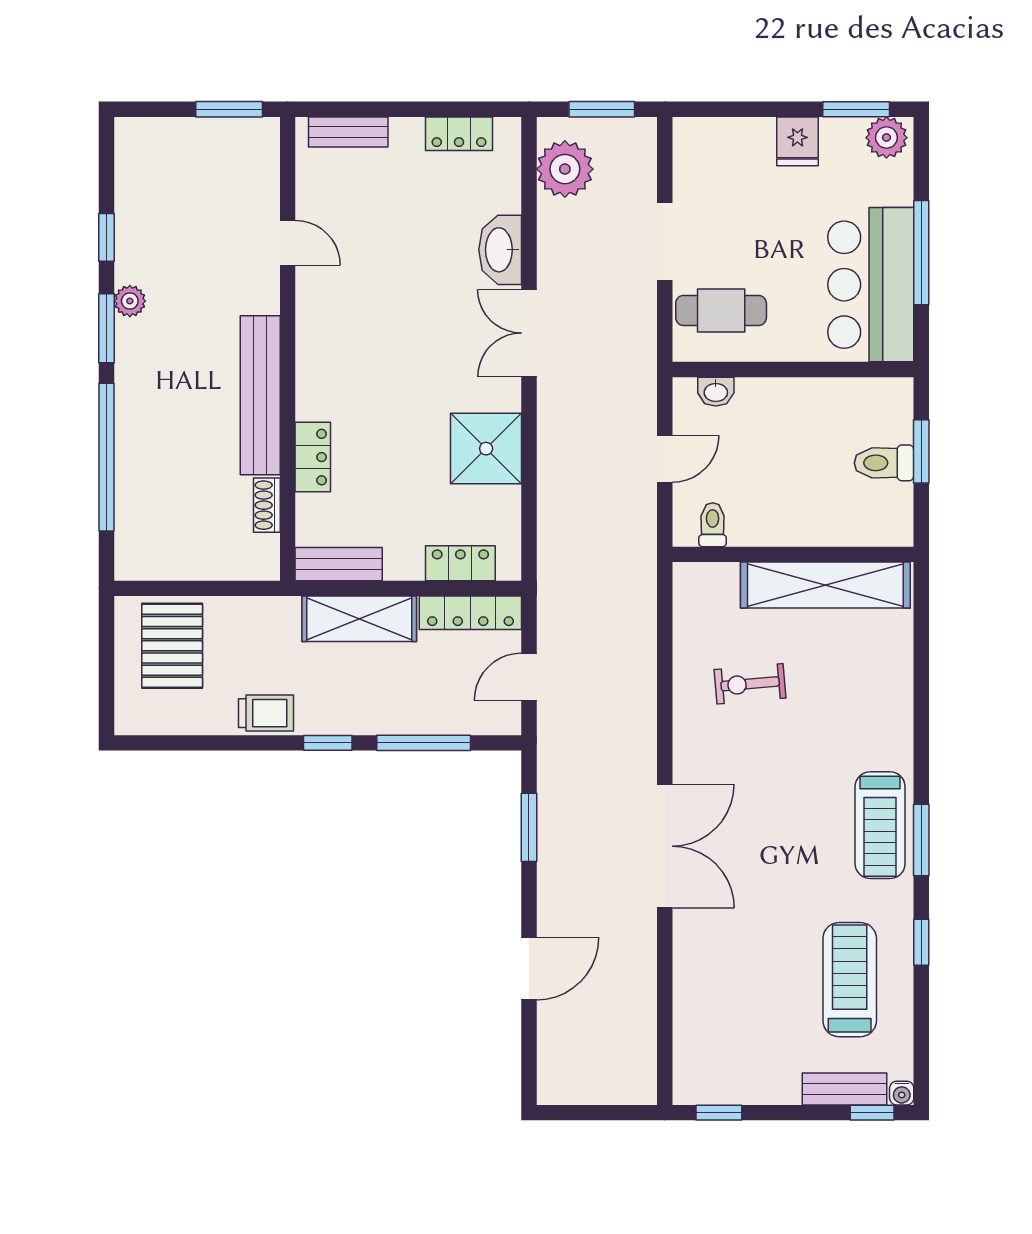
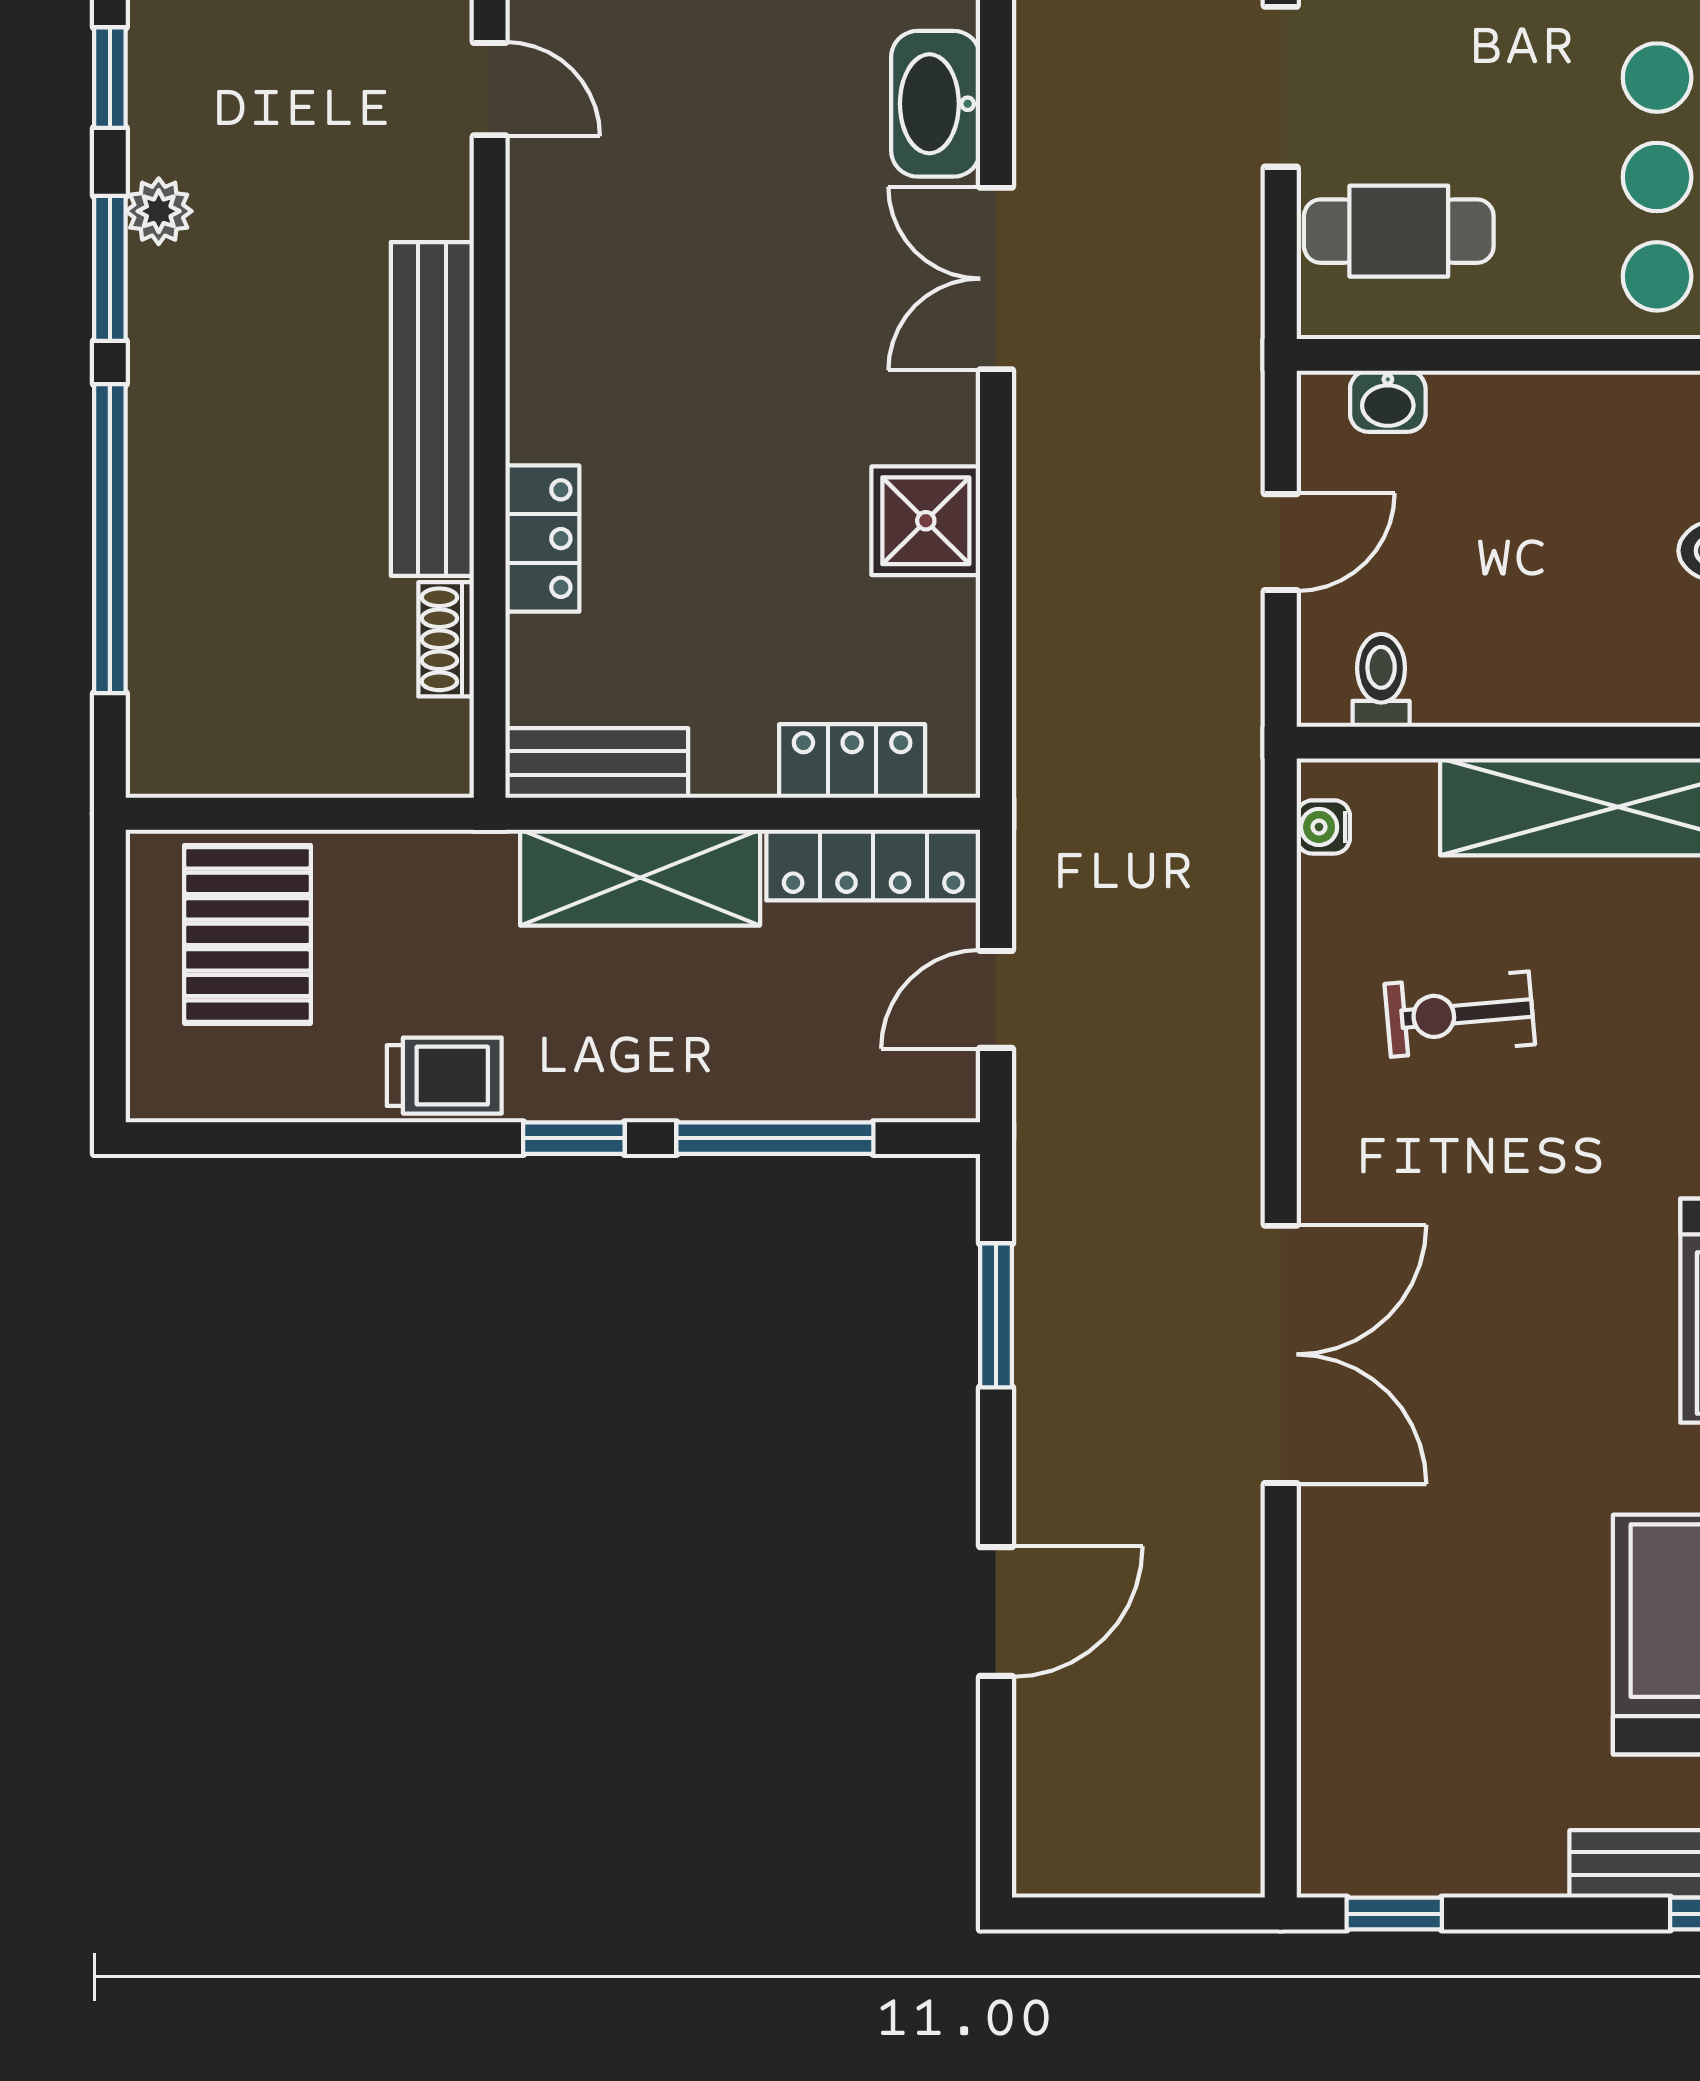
shower: (486, 449) -> (926, 521), width x0.73, depth x0.73
water cooler: (685, 595) -> (1323, 827), added

